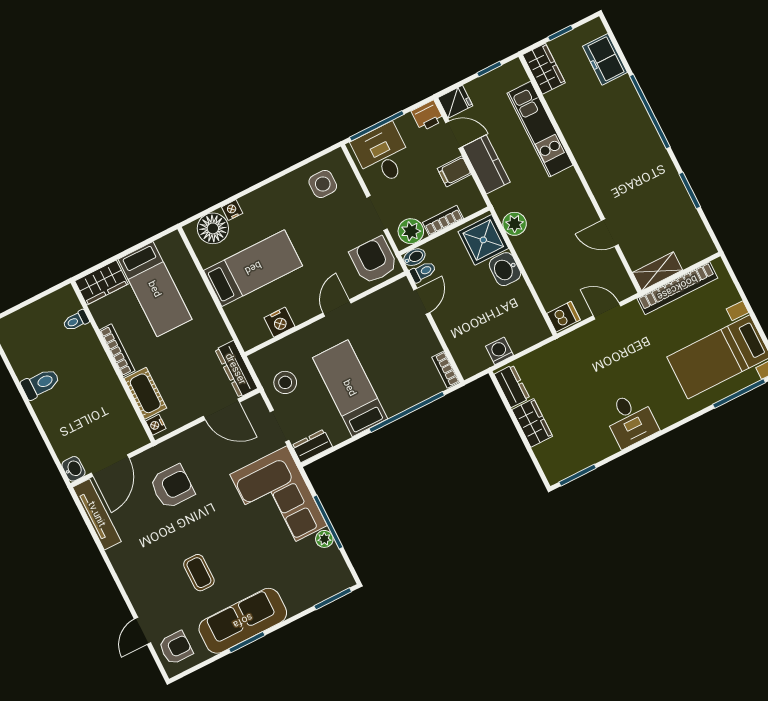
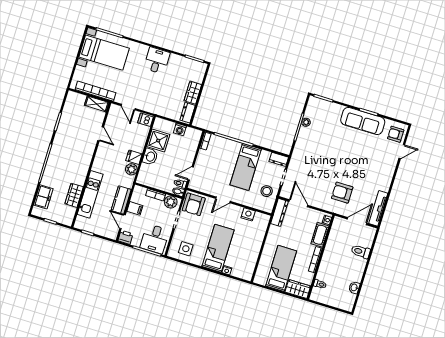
wardrobe: (544, 69) -> (74, 195), moved
fridge: (455, 102) -> (134, 157), moved
floor lamp: (213, 228) -> (240, 270), removed
shower: (483, 240) -> (158, 141), moved
bed: (253, 268) -> (218, 248), moved, turned 90
toilet: (40, 384) -> (361, 252), moved
washbasin: (73, 469) -> (354, 288), moved
corner sofa: (279, 500) -> (309, 152), removed
coffee table: (199, 573) -> (362, 153), removed

